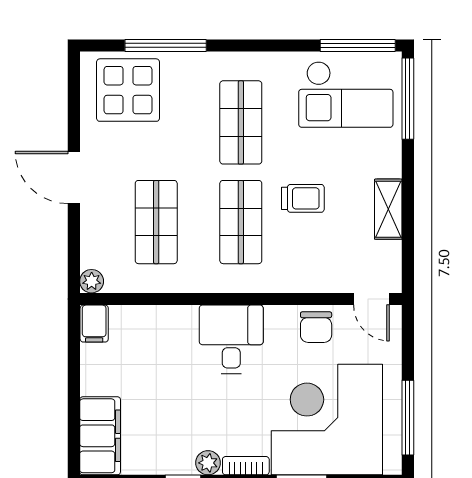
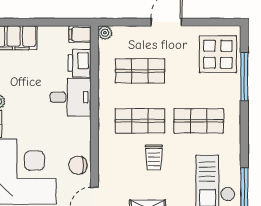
printer: (143, 324) -> (79, 63), added
desk: (231, 339) -> (71, 97), moved

